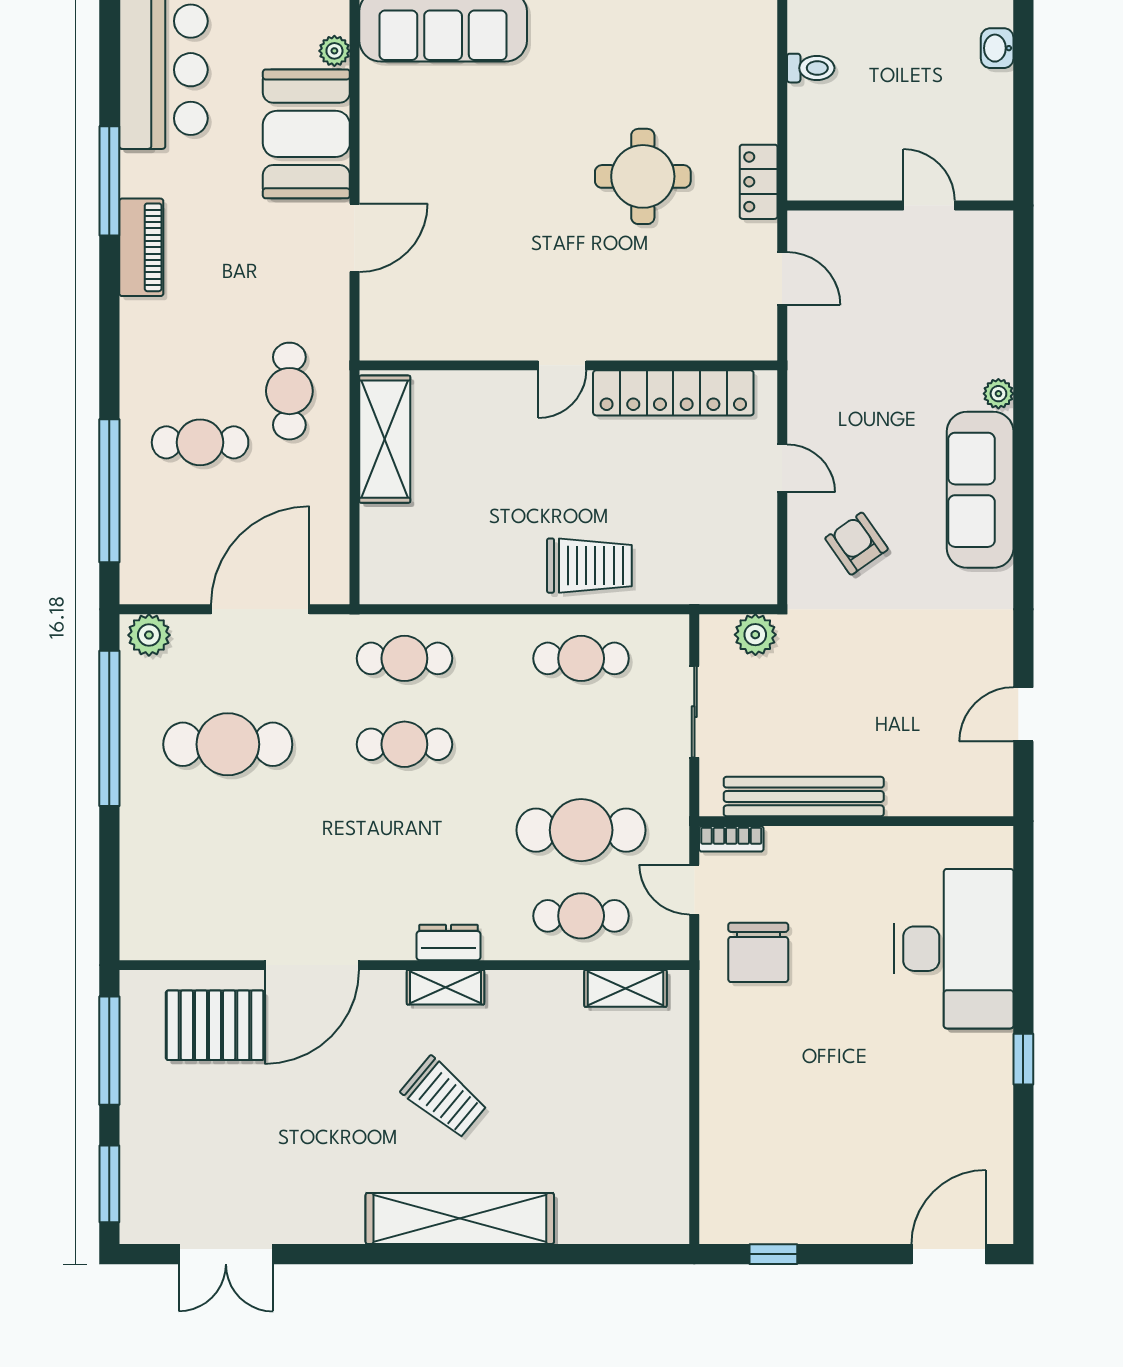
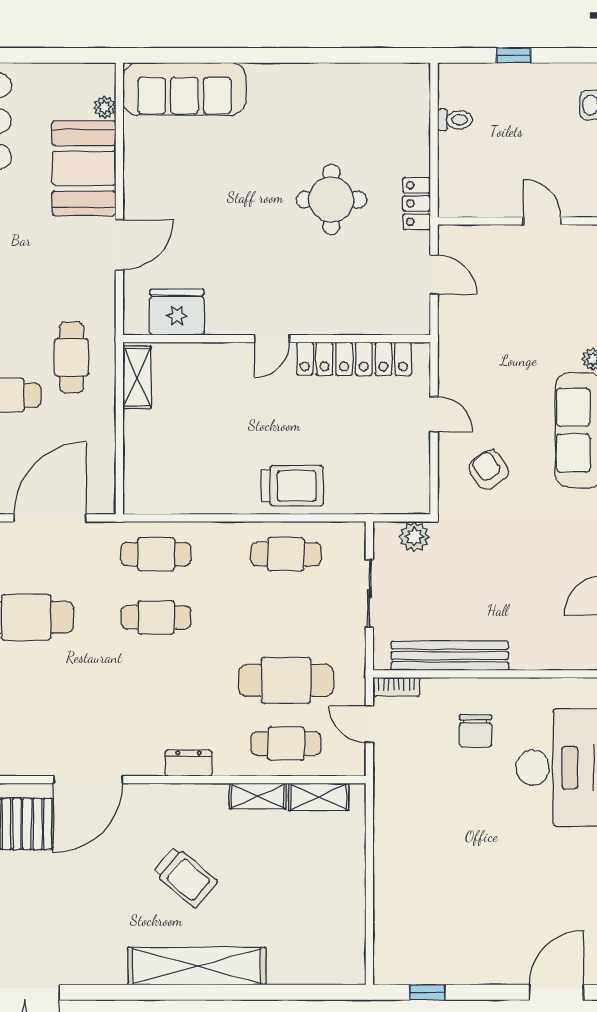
fridge: (433, 329) -> (177, 312), added
shelving: (385, 439) -> (137, 377), width x0.67, depth x0.75
chair: (758, 952) -> (476, 731), moved, width x0.73, depth x0.73
shelving: (446, 987) -> (258, 796), moved

